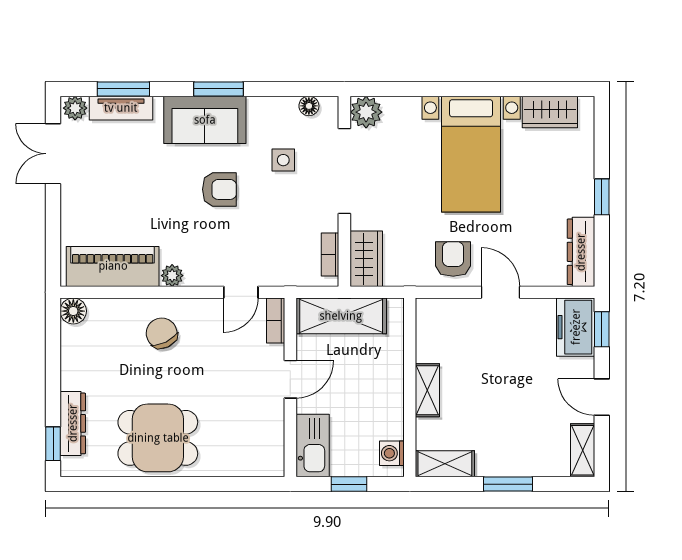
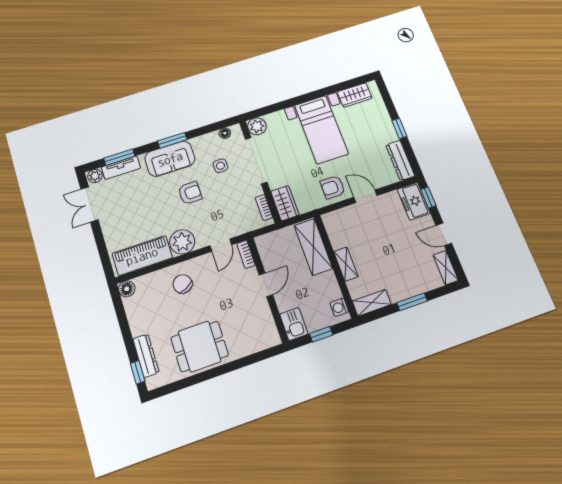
armchair: (453, 259) -> (333, 187), turned -90
plant: (172, 276) -> (182, 242), width x1.87, depth x1.87
shelving: (341, 316) -> (313, 247), moved, turned 90
kitchen sink: (313, 446) -> (294, 324), width x0.73

